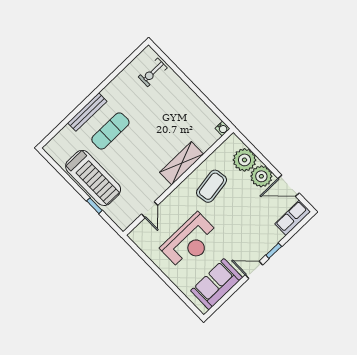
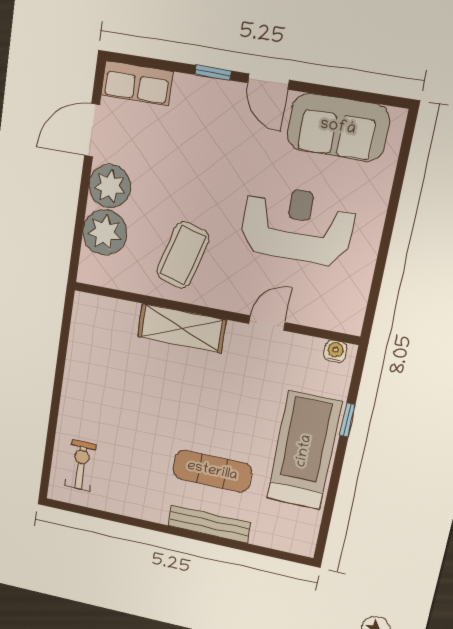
exercise bike: (153, 72) -> (81, 465), turned -90
water cooler: (223, 128) -> (335, 351), moved
coffee table: (212, 186) -> (183, 255), turned -66
door: (289, 186) -> (92, 130), swing flipped
door: (150, 210) -> (267, 323), moved

